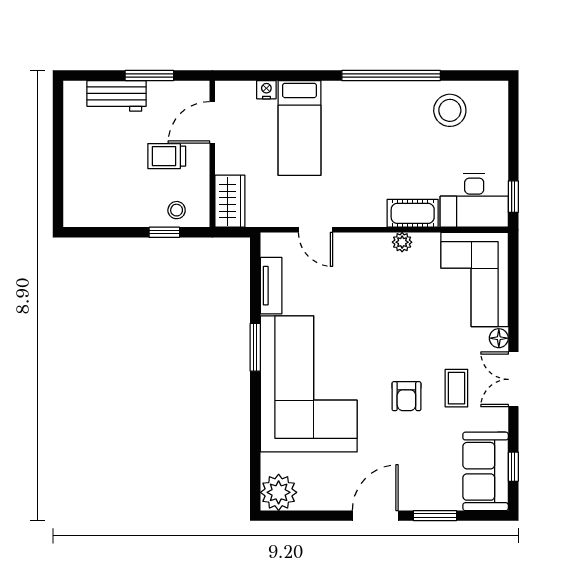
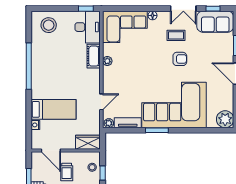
stool: (450, 110) -> (49, 25), moved
plant: (270, 246) -> (109, 123), added
double door: (513, 379) -> (183, 9), moved

